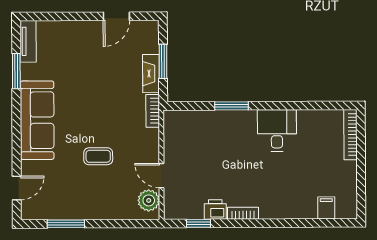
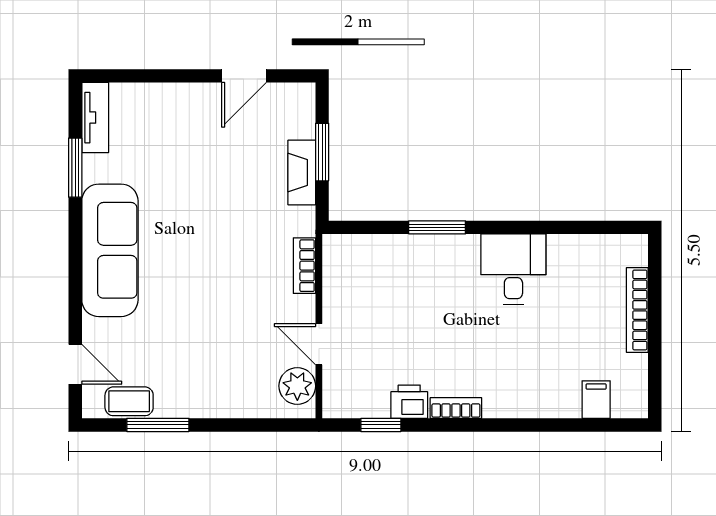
bookcase: (153, 111) -> (304, 266), moved
bookcase: (351, 135) -> (637, 310), moved
coffee table: (98, 156) -> (129, 401), moved
door: (17, 188) -> (75, 364), hinge flipped

